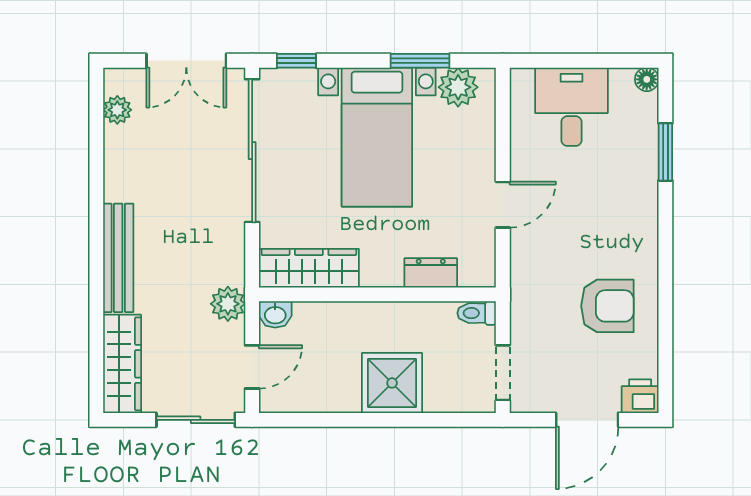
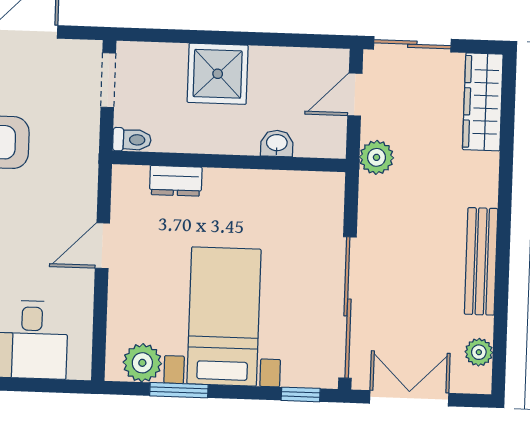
bench: (118, 258) -> (481, 261), moved
wardrobe: (309, 268) -> (296, 190), removed
washbasin: (275, 314) -> (277, 143), moved

